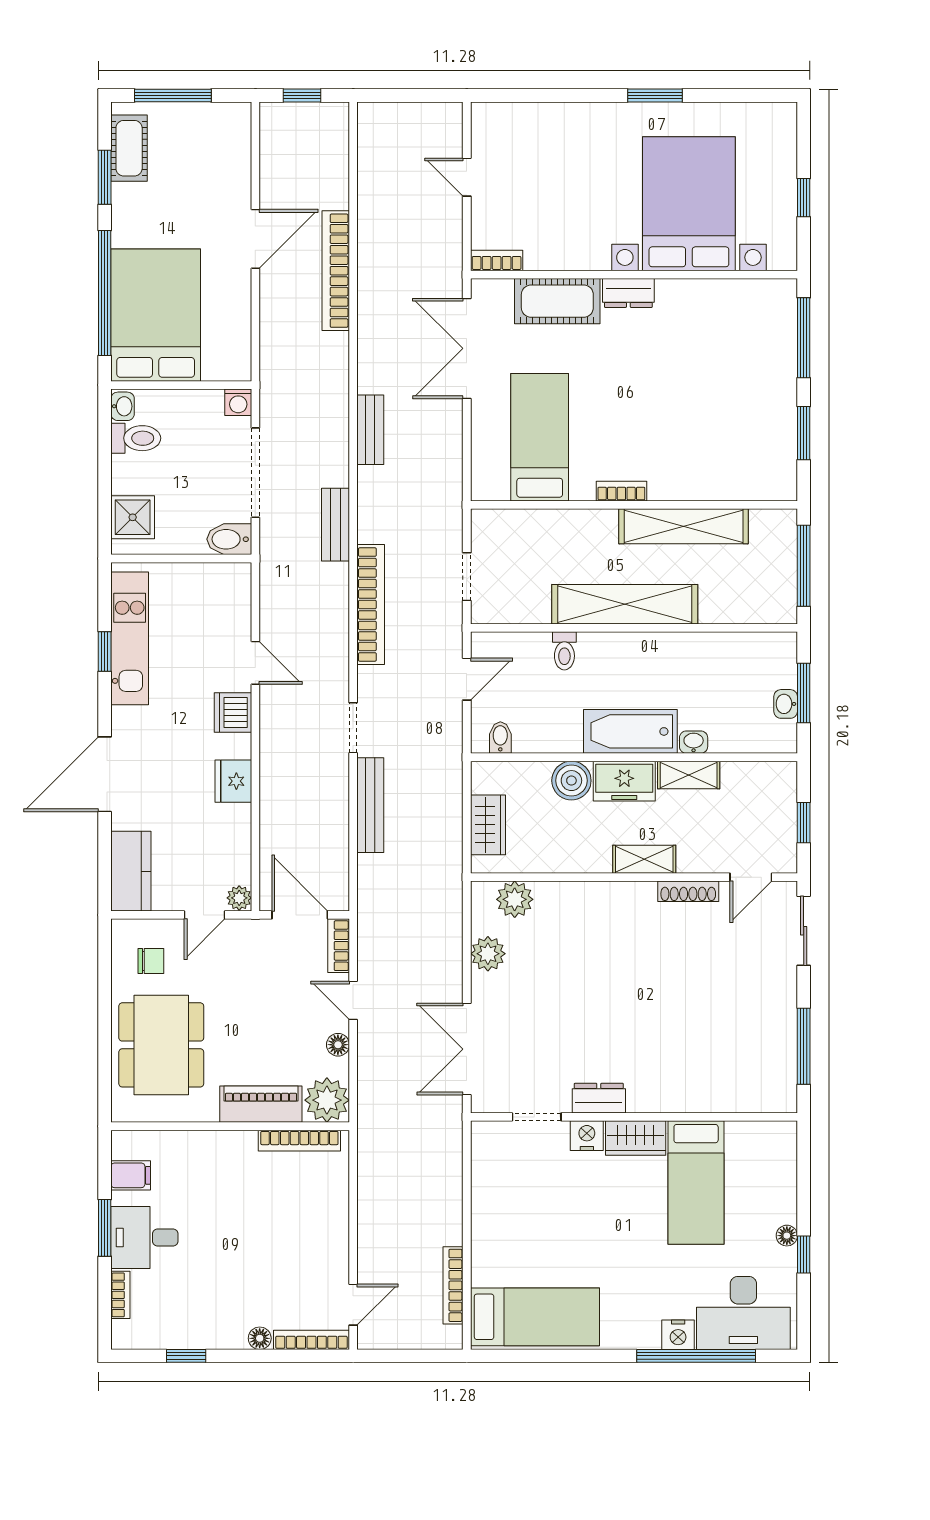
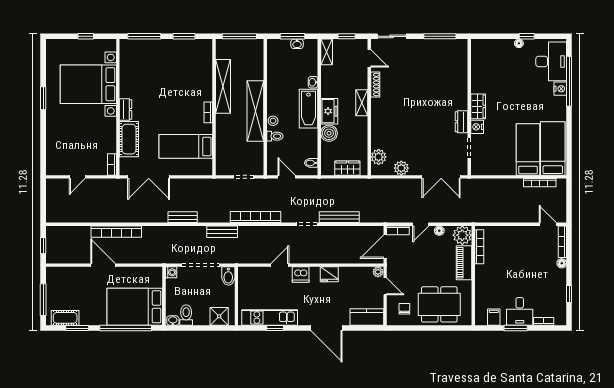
stool: (601, 646) -> (273, 121), added
shelving: (689, 775) -> (327, 52), moved
bed: (696, 1182) -> (528, 150), moved, turned -90

